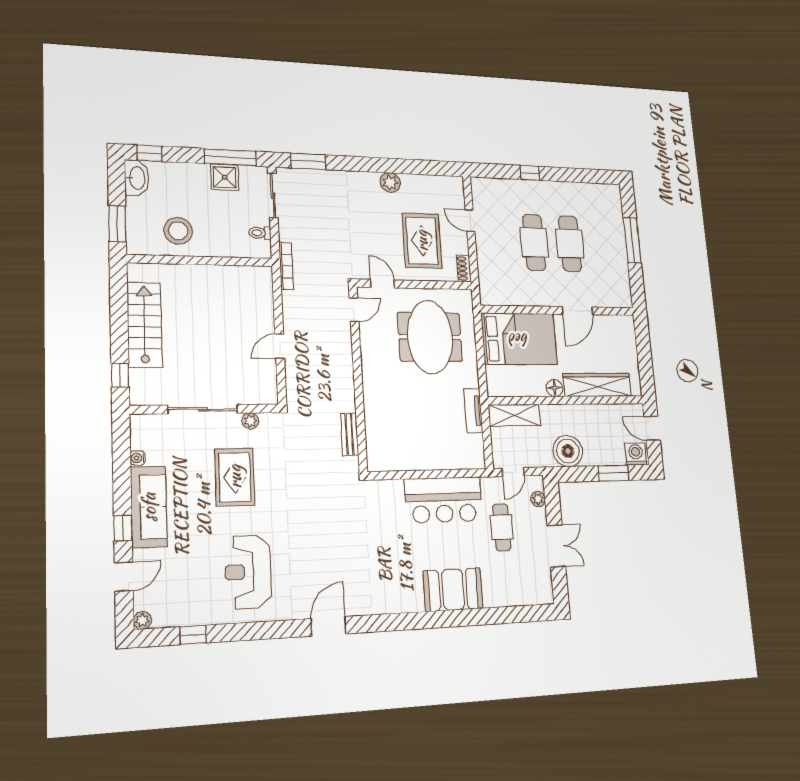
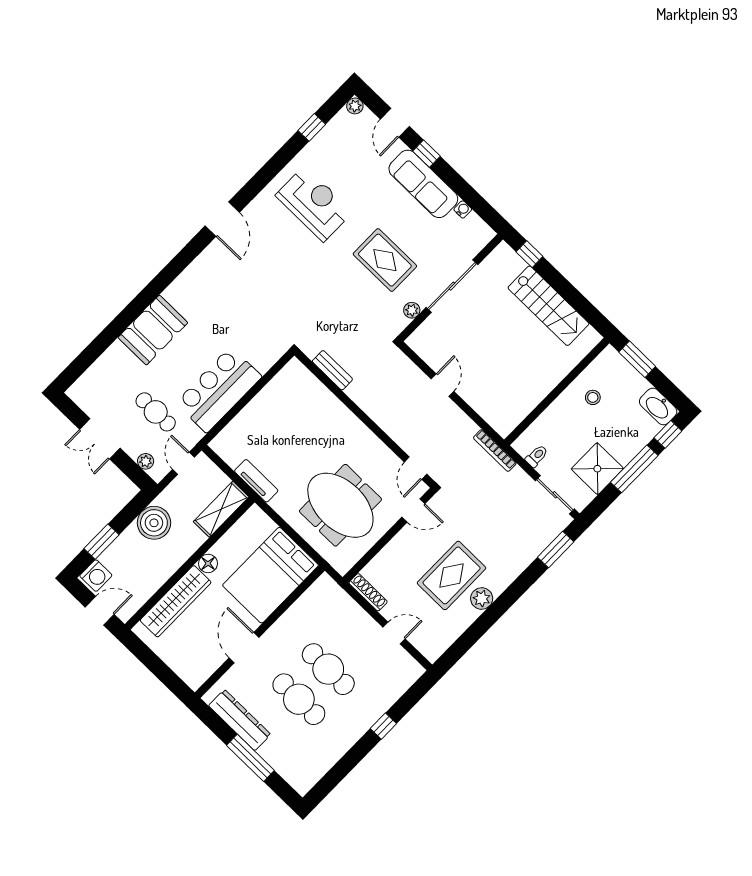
window: (230, 157) -> (634, 469), moved
shower: (225, 177) -> (597, 469), width x1.36, depth x1.36
stool: (178, 231) -> (593, 397), width x0.53, depth x0.53
rug: (422, 241) -> (452, 575), moved, turned 90
shoe rack: (464, 269) -> (368, 592), width x1.43
dresser: (619, 270) -> (240, 720), added

